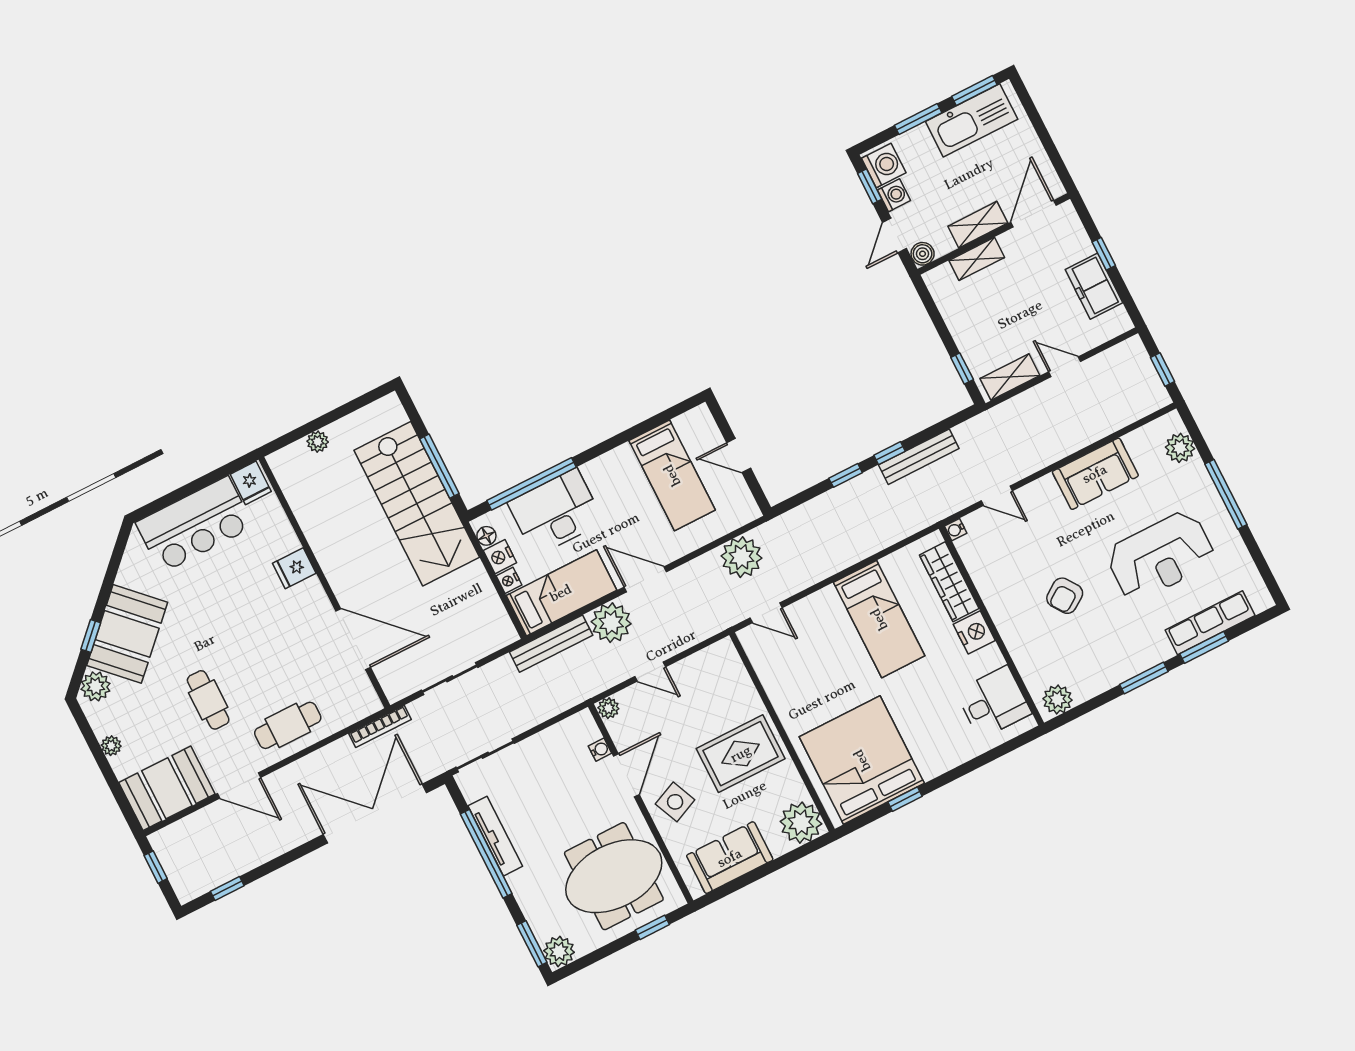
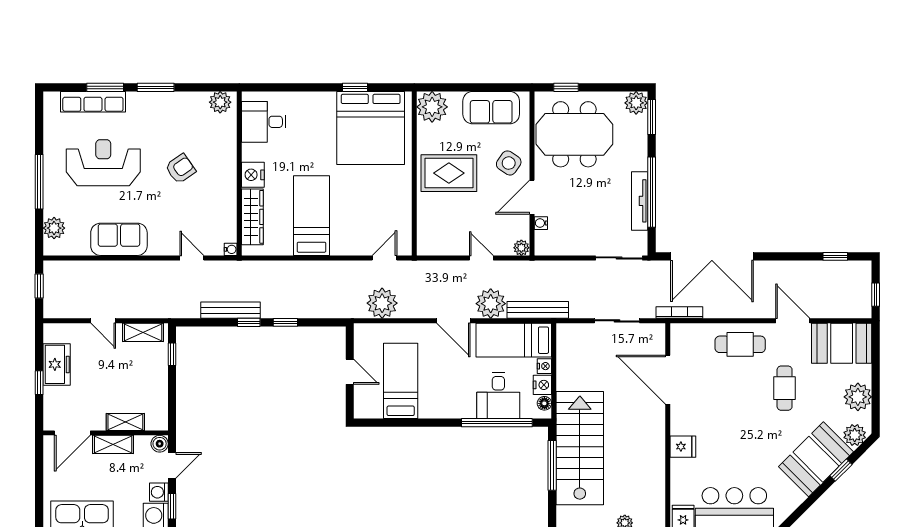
desk: (556, 512) -> (498, 396), width x0.73
door: (766, 613) -> (385, 258), hinge flipped
plant: (111, 746) -> (858, 397), width x1.88, depth x1.88
side table: (675, 802) -> (509, 163), turned -32

